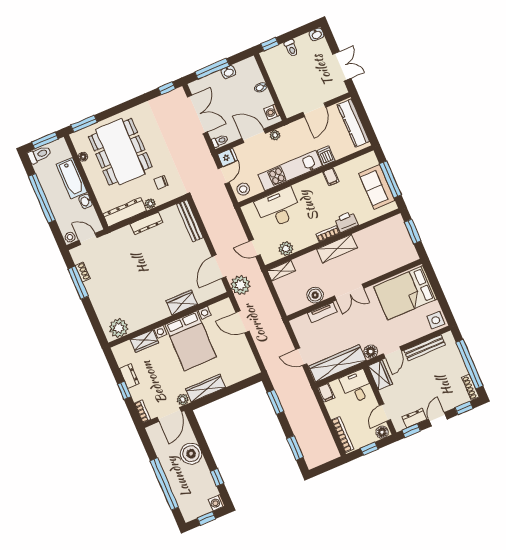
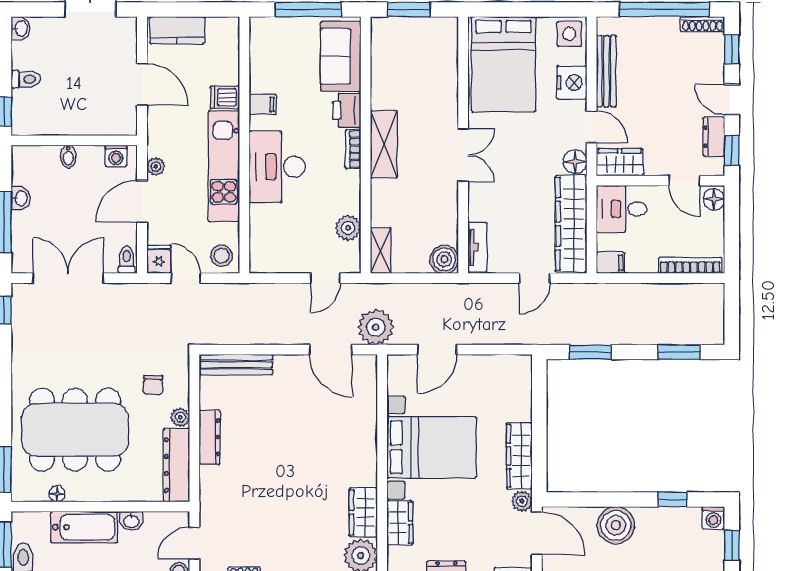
kitchen counter: (353, 123) -> (177, 30), width x0.67
sofa: (377, 187) -> (341, 56), moved, turned 90
desk: (278, 208) -> (277, 167), moved
boiler: (315, 295) -> (444, 259), moved
wardrobe: (182, 303) -> (363, 512), moved
tv unit: (322, 312) -> (477, 247), moved
nightstand: (411, 332) -> (572, 82), added
window: (369, 449) -> (732, 232), removed

